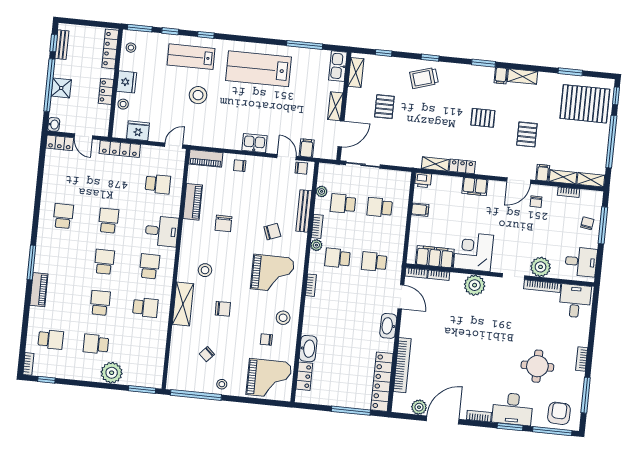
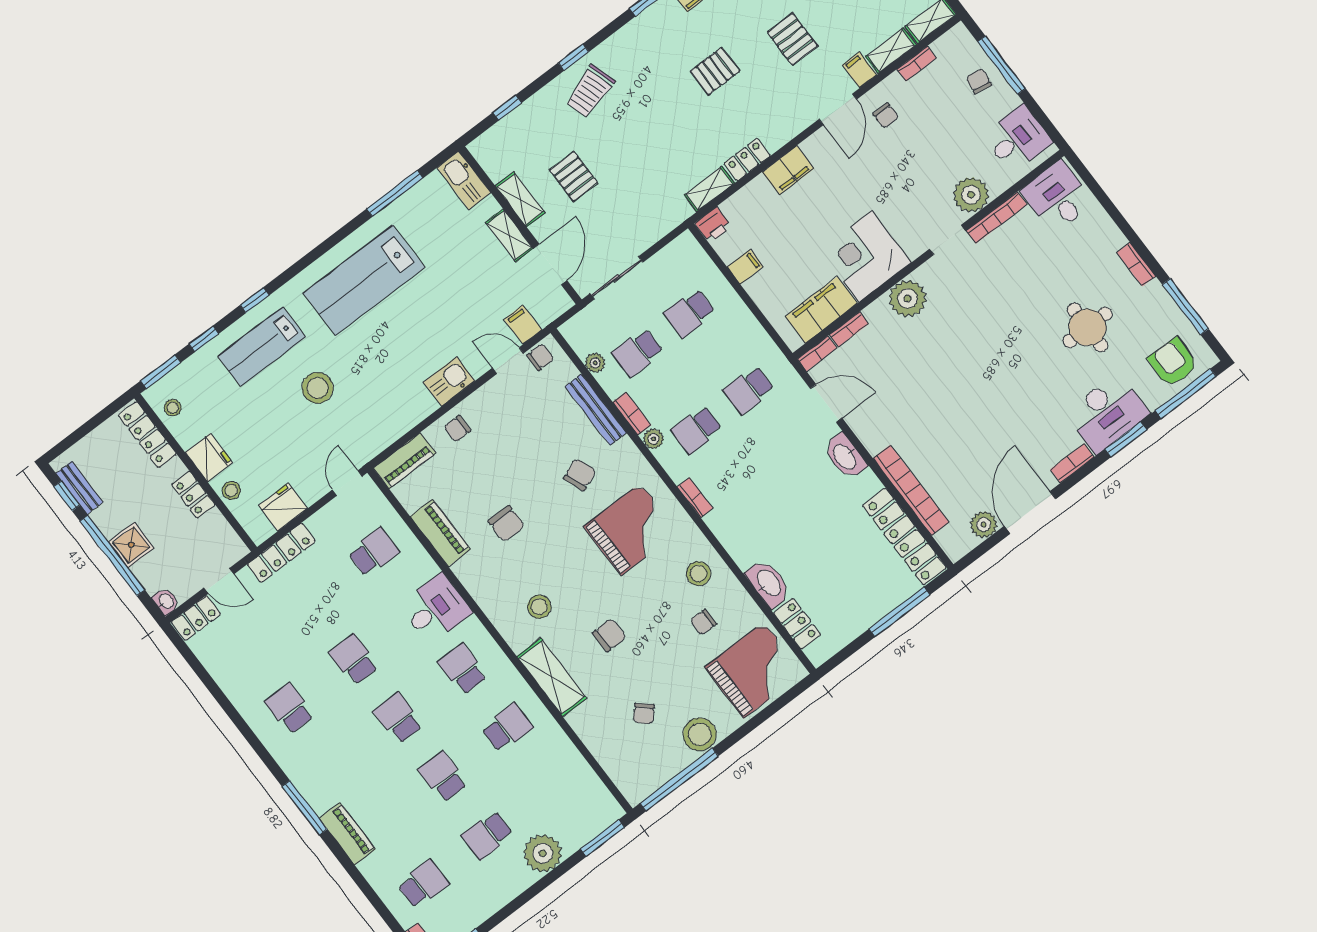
shelving: (356, 72) -> (520, 199), moved
stool: (222, 384) -> (700, 734), width x1.89, depth x1.89

